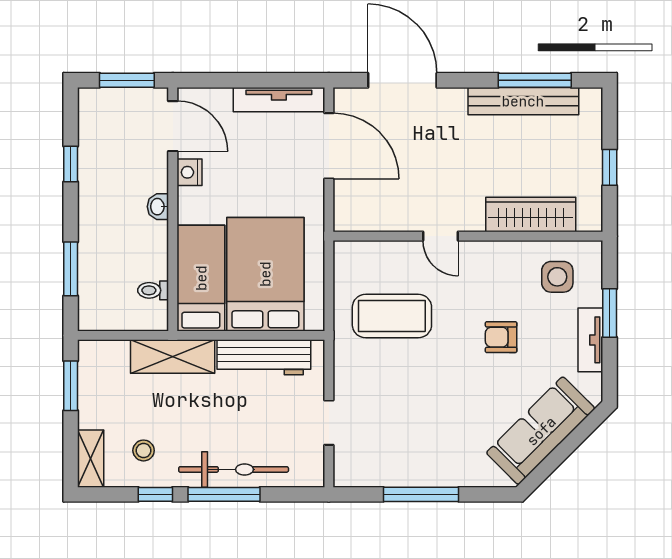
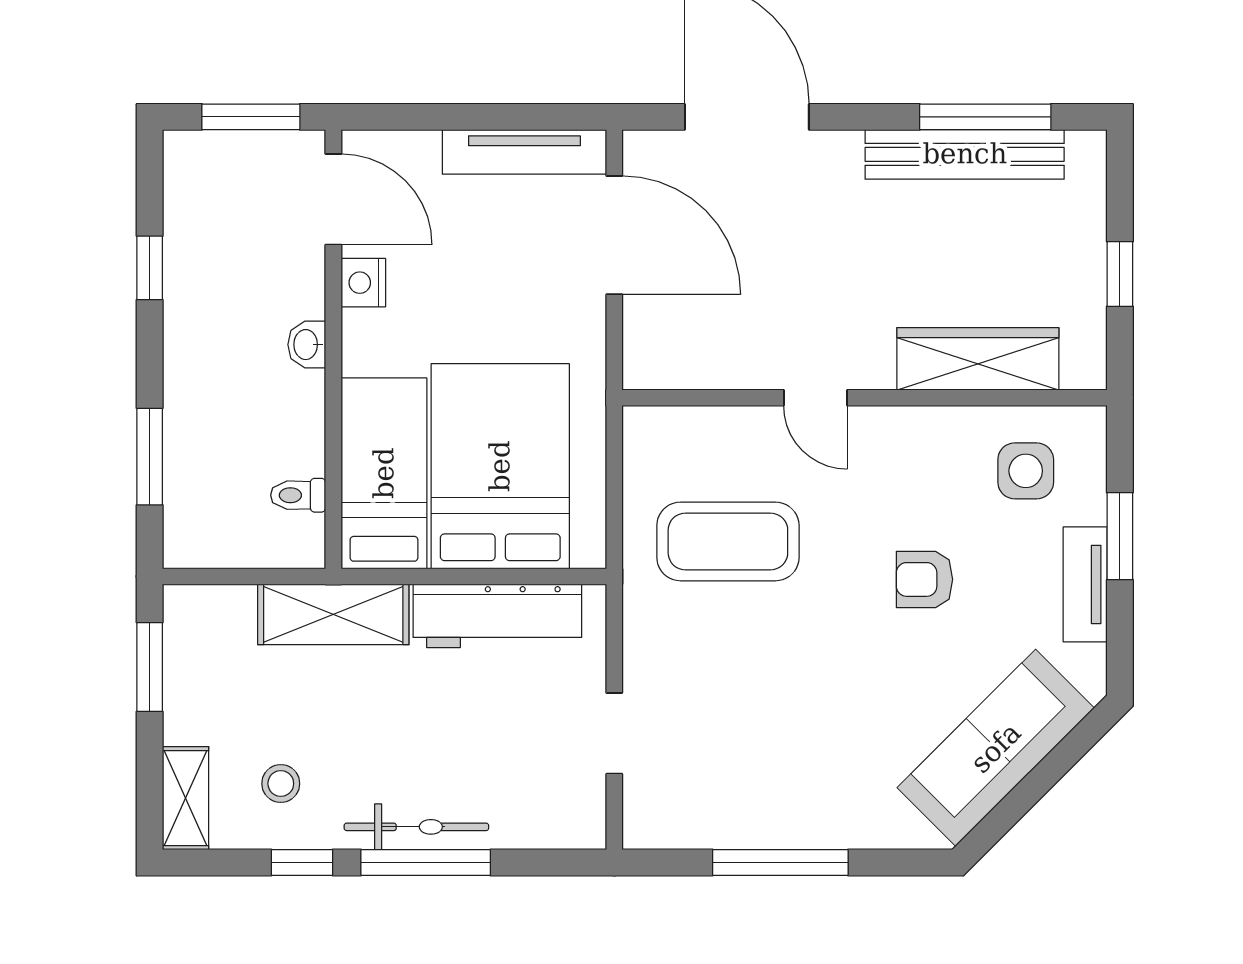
bicycle: (234, 469) -> (416, 827), width x0.73, depth x0.71

